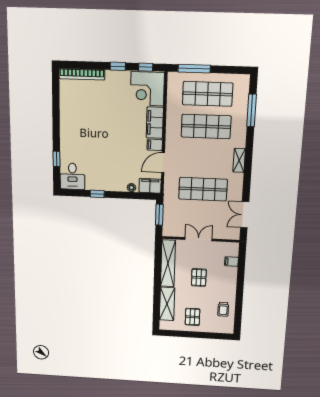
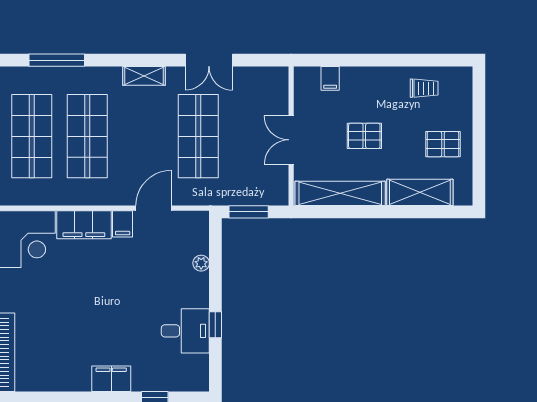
door: (163, 163) -> (154, 208), swing flipped
desk: (72, 176) -> (185, 331), moved
filing cabinet: (150, 186) -> (111, 379), moved, turned 90
double door: (245, 215) -> (209, 60), moved

